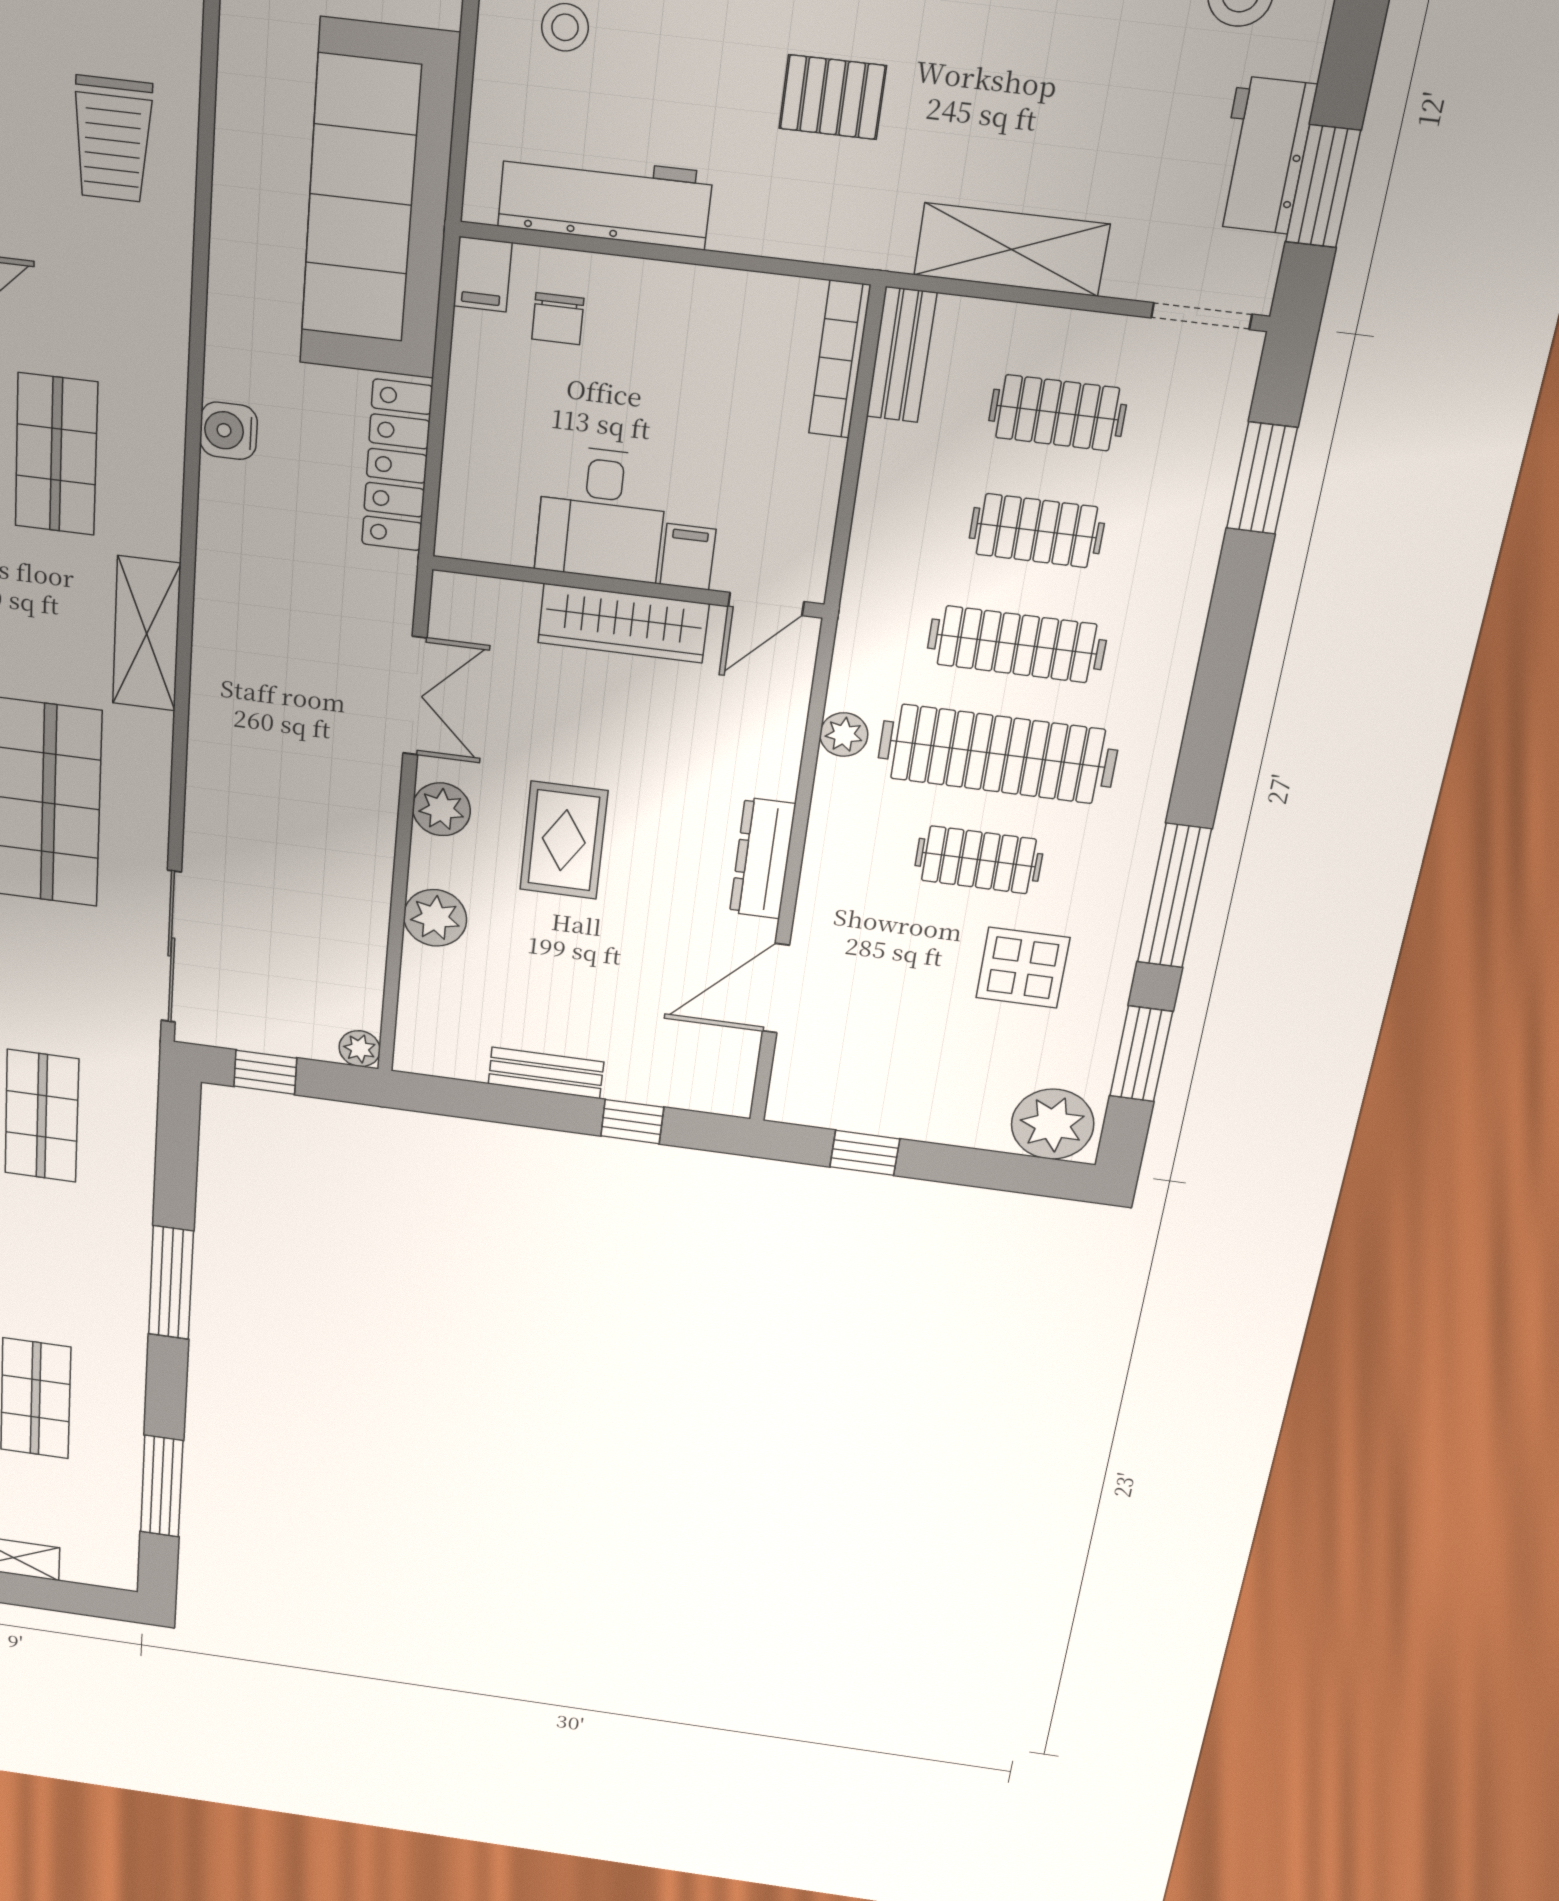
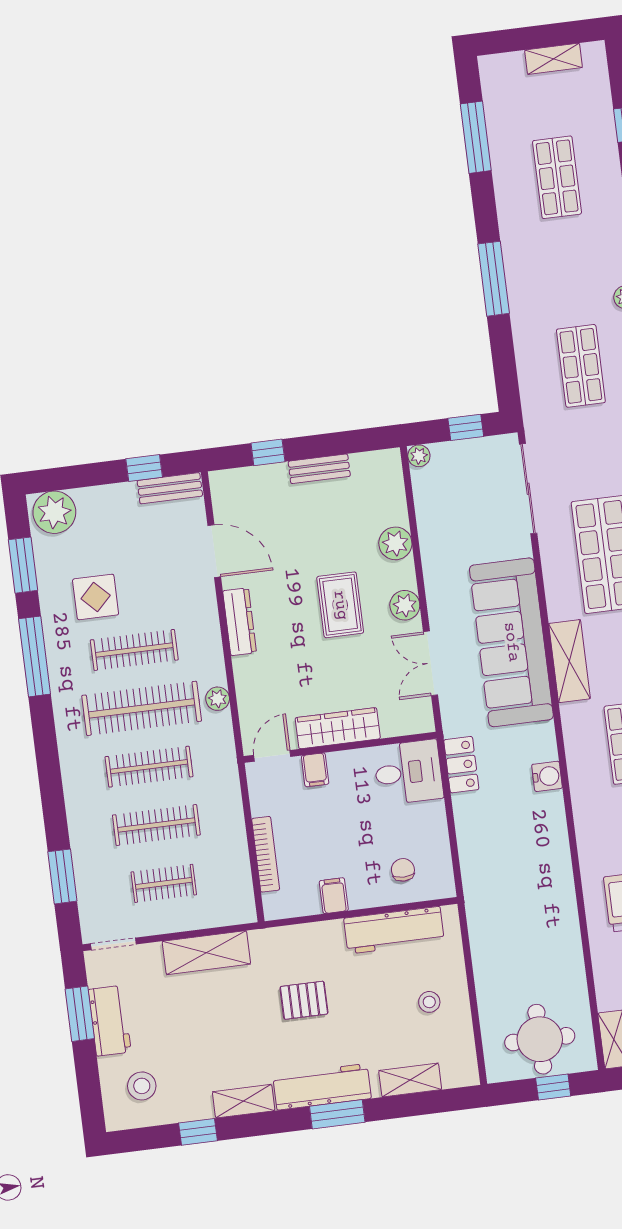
sofa: (378, 202) -> (511, 642), moved, turned 180
filing cabinet: (483, 274) -> (334, 896), moved
bench: (901, 355) -> (170, 488), moved, turned 90
bookcase: (840, 360) -> (266, 854), moved
locker: (397, 466) -> (461, 765), width x0.66
desk: (601, 514) -> (408, 772), moved, turned 90
clothes rail: (1037, 531) -> (156, 825), width x1.36
clothes rail: (979, 860) -> (134, 650), width x1.36
door: (776, 988) -> (214, 551), hinge flipped

